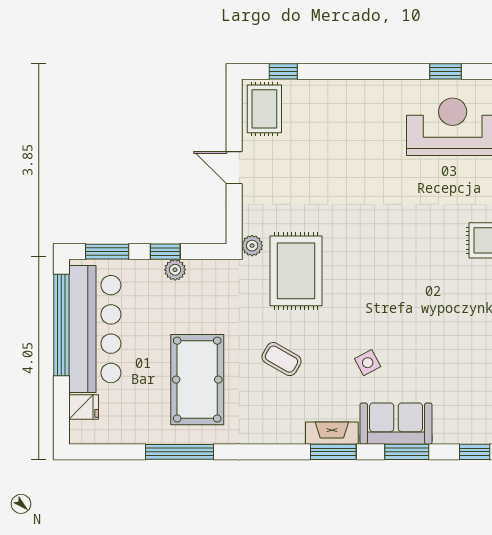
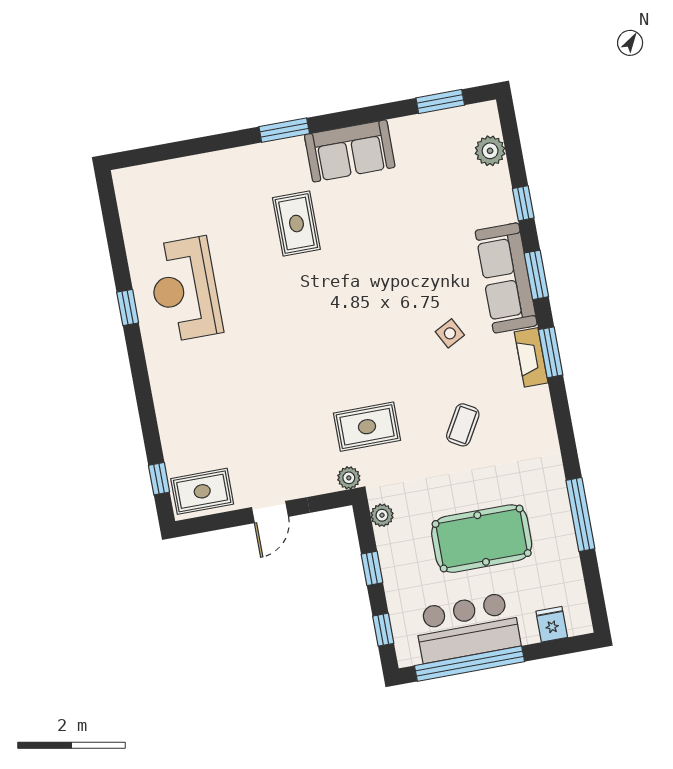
window: (107, 252) -> (383, 630), width x0.67
plant: (175, 270) -> (382, 515), moved
rug: (296, 271) -> (367, 427), width x0.73, depth x0.70
bar counter: (95, 329) -> (467, 628), width x0.73
pool table: (197, 380) -> (482, 539), moved
sofa: (396, 424) -> (506, 278), width x1.36

